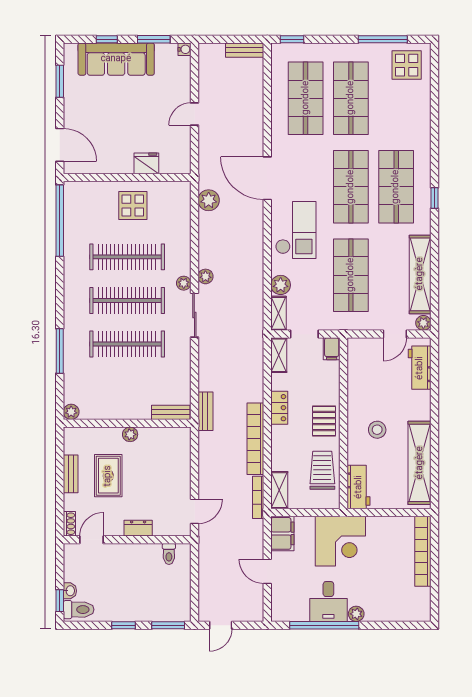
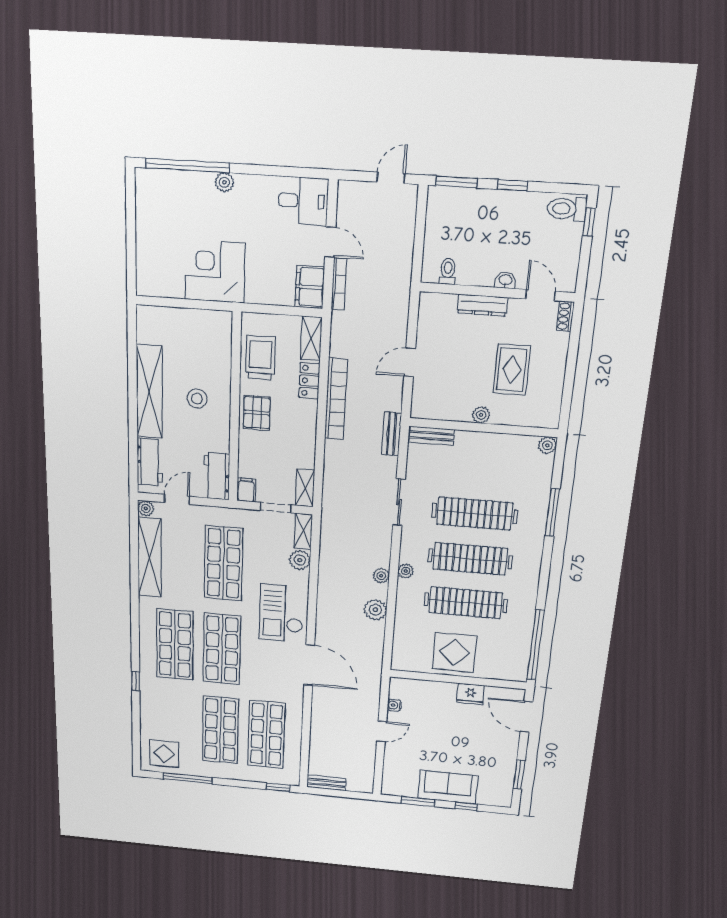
water cooler: (184, 49) -> (394, 705), moved
sofa: (116, 59) -> (448, 787), width x0.73
fridge: (146, 163) -> (470, 694), moved
window: (435, 198) -> (136, 681), moved
plant: (209, 200) -> (375, 610), moved
display table: (133, 206) -> (454, 652), width x1.36, depth x1.36
sliding door: (194, 315) -> (399, 502), moved
locker: (279, 408) -> (309, 381), moved
shelving: (420, 463) -> (149, 392), moved
trolley: (322, 470) -> (260, 358), turned 180
bench: (71, 474) -> (557, 375), removed
workbench: (359, 487) -> (217, 476), moved
bookcase: (258, 497) -> (339, 284), moved
door: (194, 511) -> (410, 362), moved
dresser: (138, 528) -> (482, 305), width x1.44
door: (92, 540) -> (540, 295), swing flipped
corner desk: (340, 541) -> (215, 271), moved
bookcase: (423, 551) -> (145, 255), removed
washbasin: (70, 591) -> (505, 280), moved, turned 90
desk: (328, 601) -> (303, 201), moved, turned 90
window: (324, 625) -> (187, 166), moved

